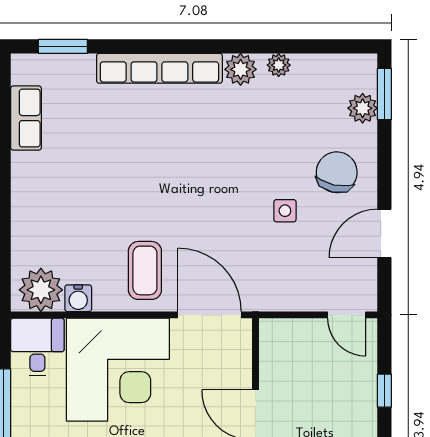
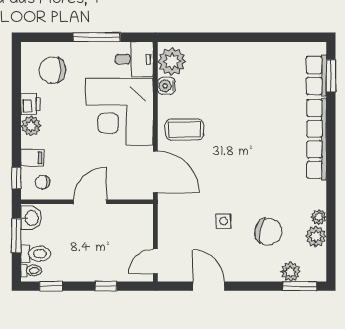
plant: (241, 69) -> (316, 236), moved
row of seats: (26, 118) -> (316, 75), moved, turned 90
chair: (337, 172) -> (268, 232), moved
door: (210, 315) -> (155, 172), hinge flipped

